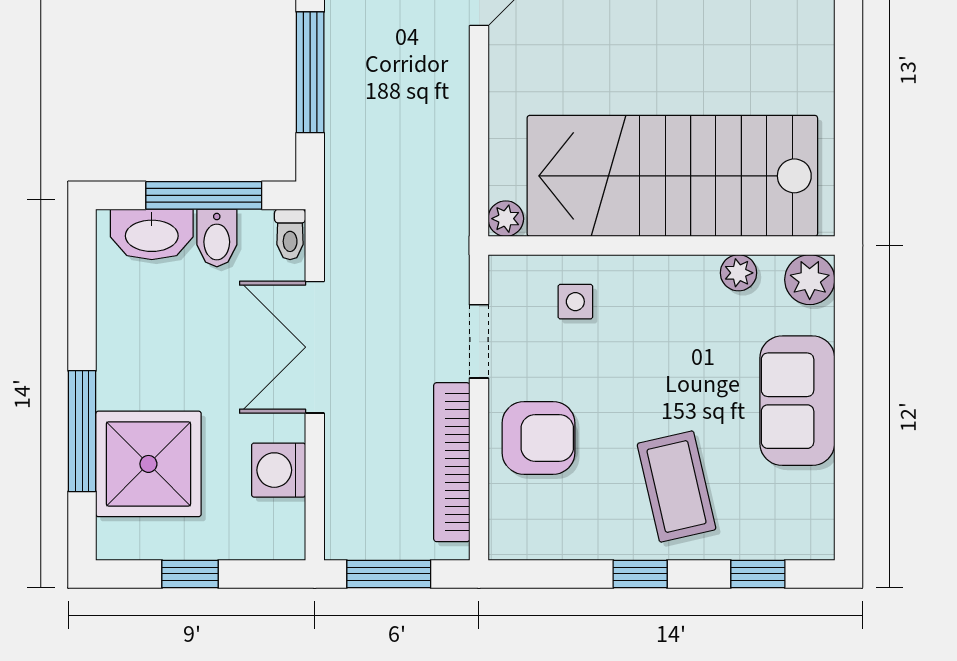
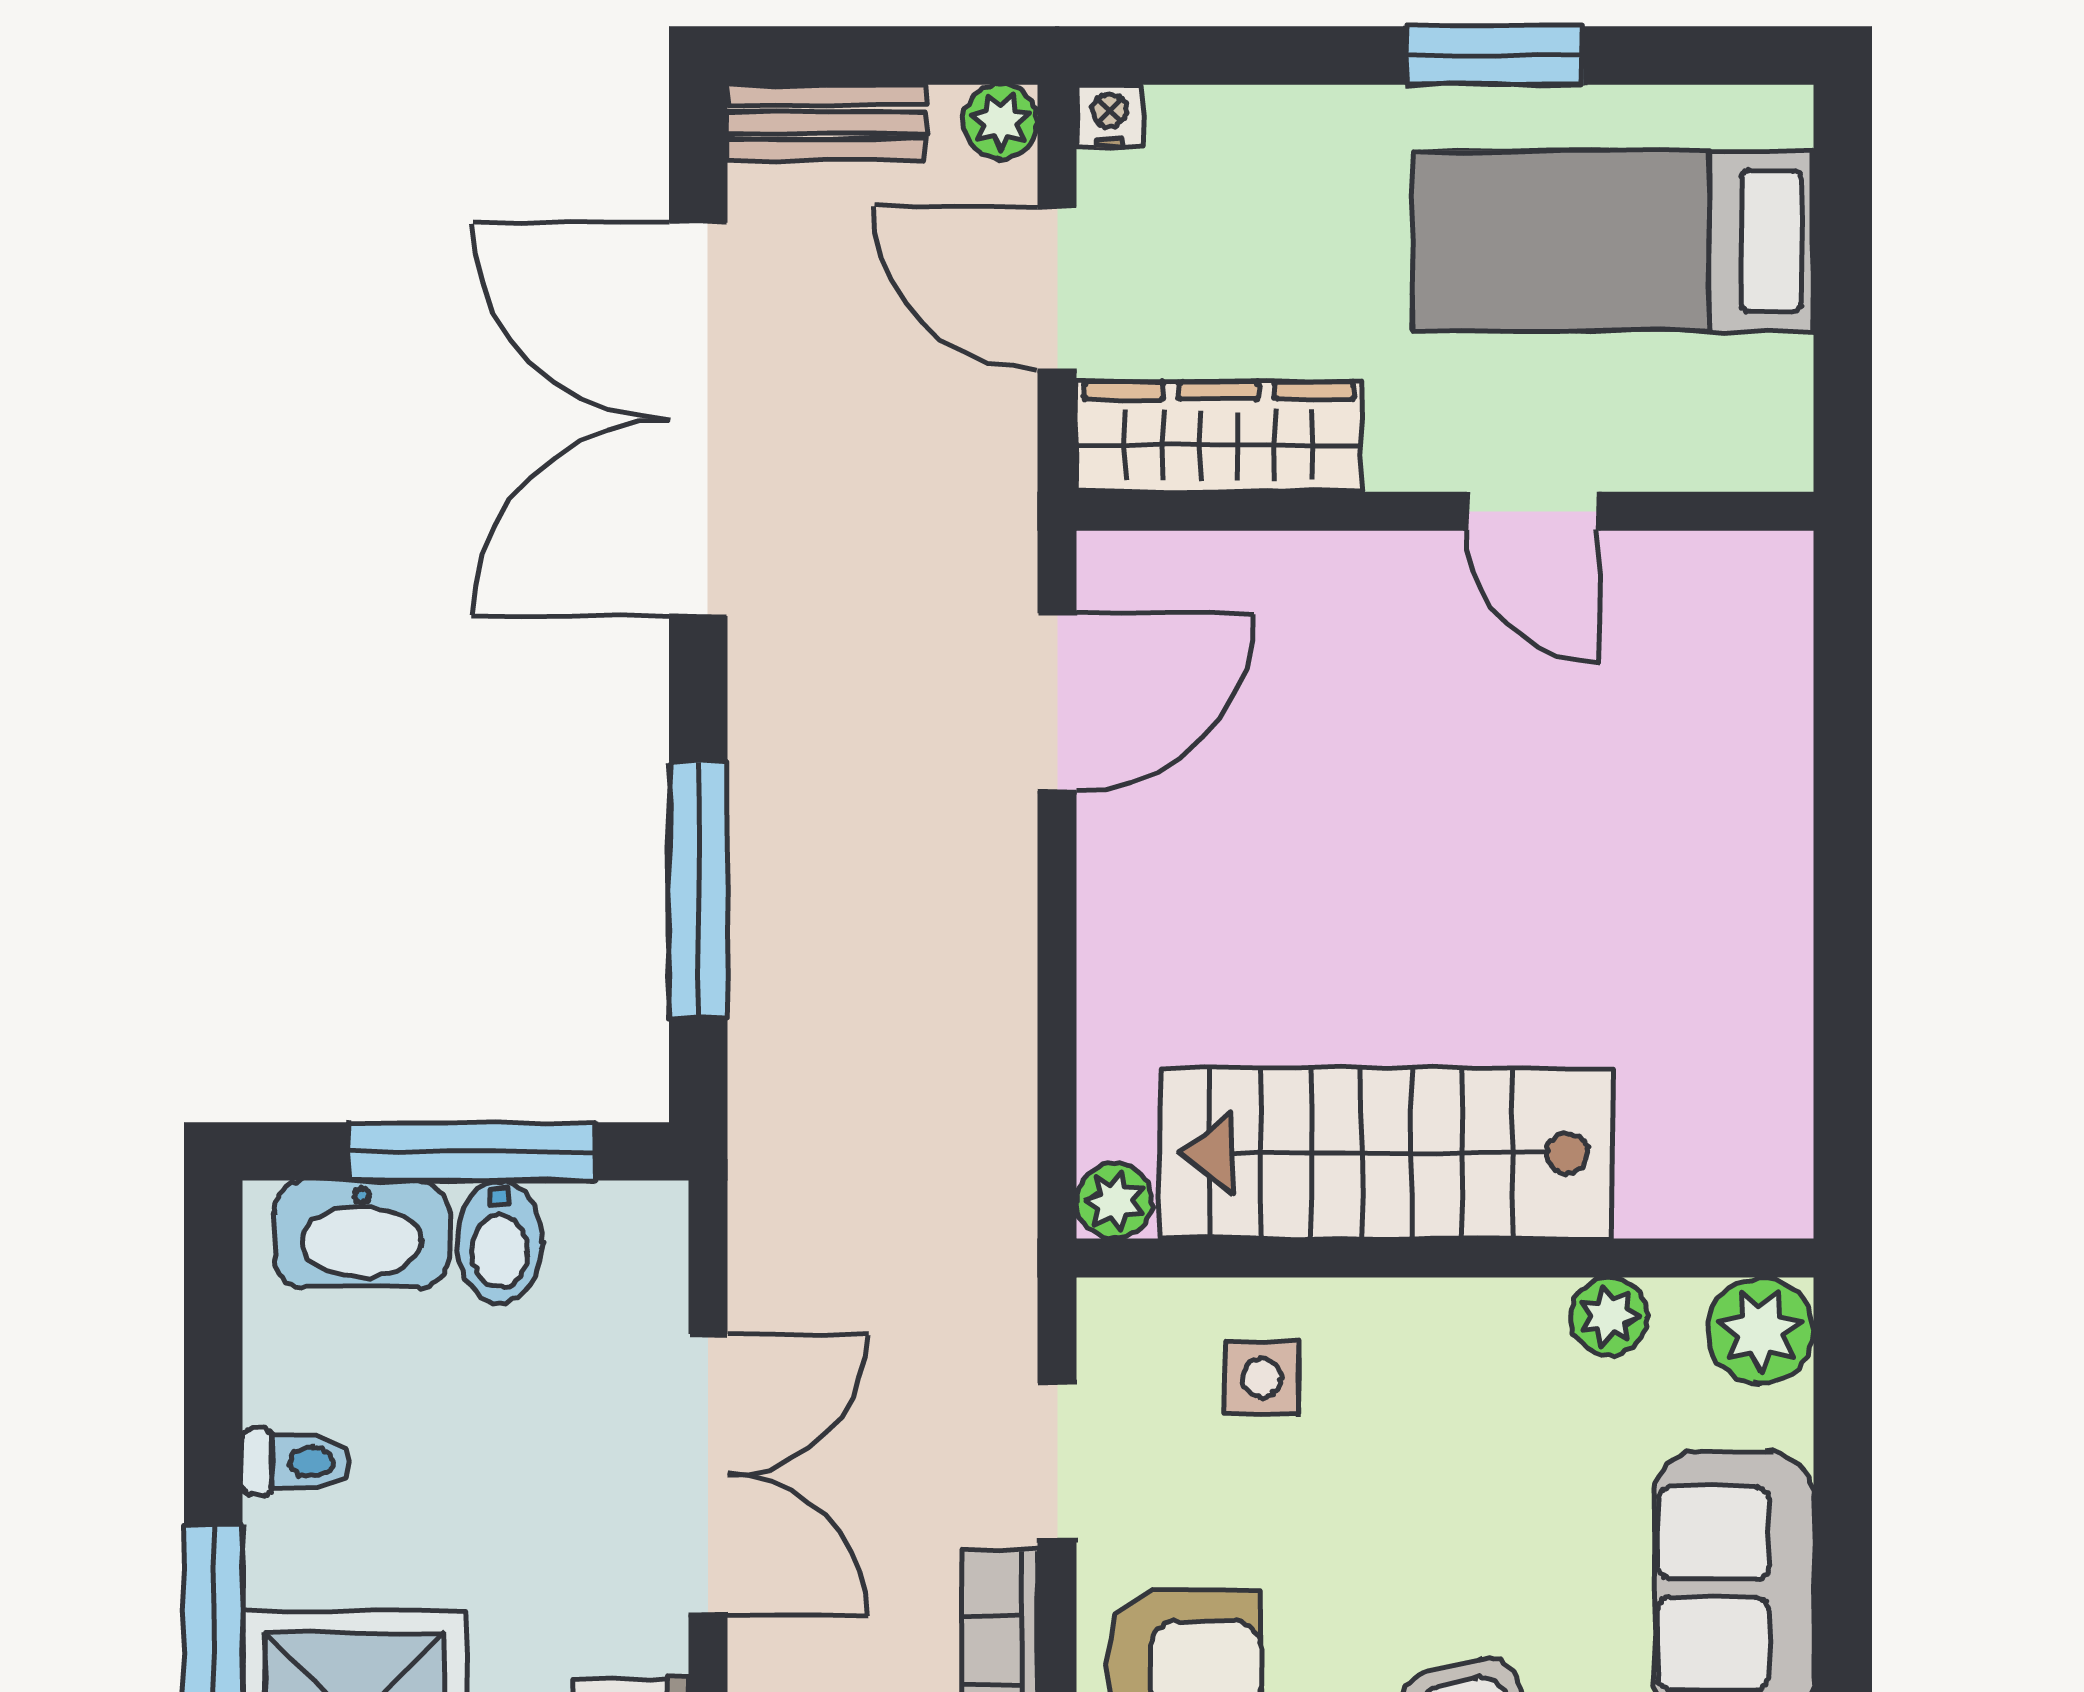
stairs: (672, 176) -> (1386, 1153), width x0.73, depth x0.66
toilet: (290, 234) -> (296, 1462), moved, turned -90
double door: (315, 347) -> (708, 1474), swing flipped

